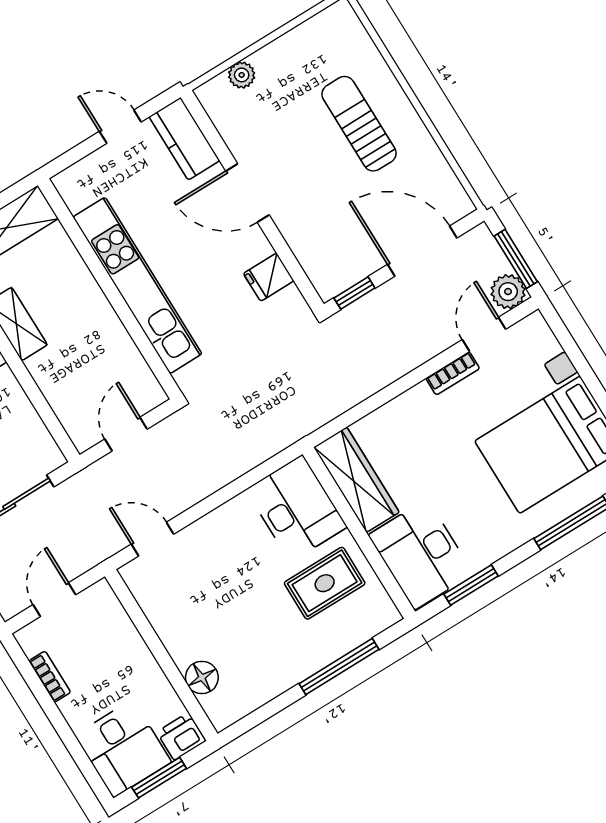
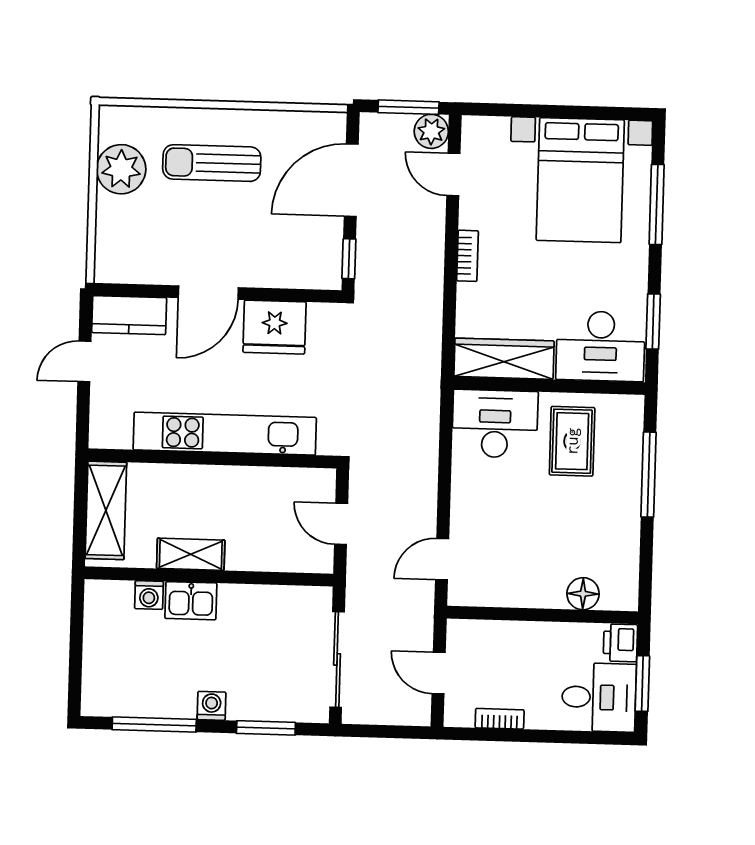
plant: (242, 75) -> (121, 169), moved, width x1.87, depth x1.87
fridge: (269, 277) -> (275, 327), width x1.88, depth x1.34
bookcase: (453, 373) -> (468, 256), moved

